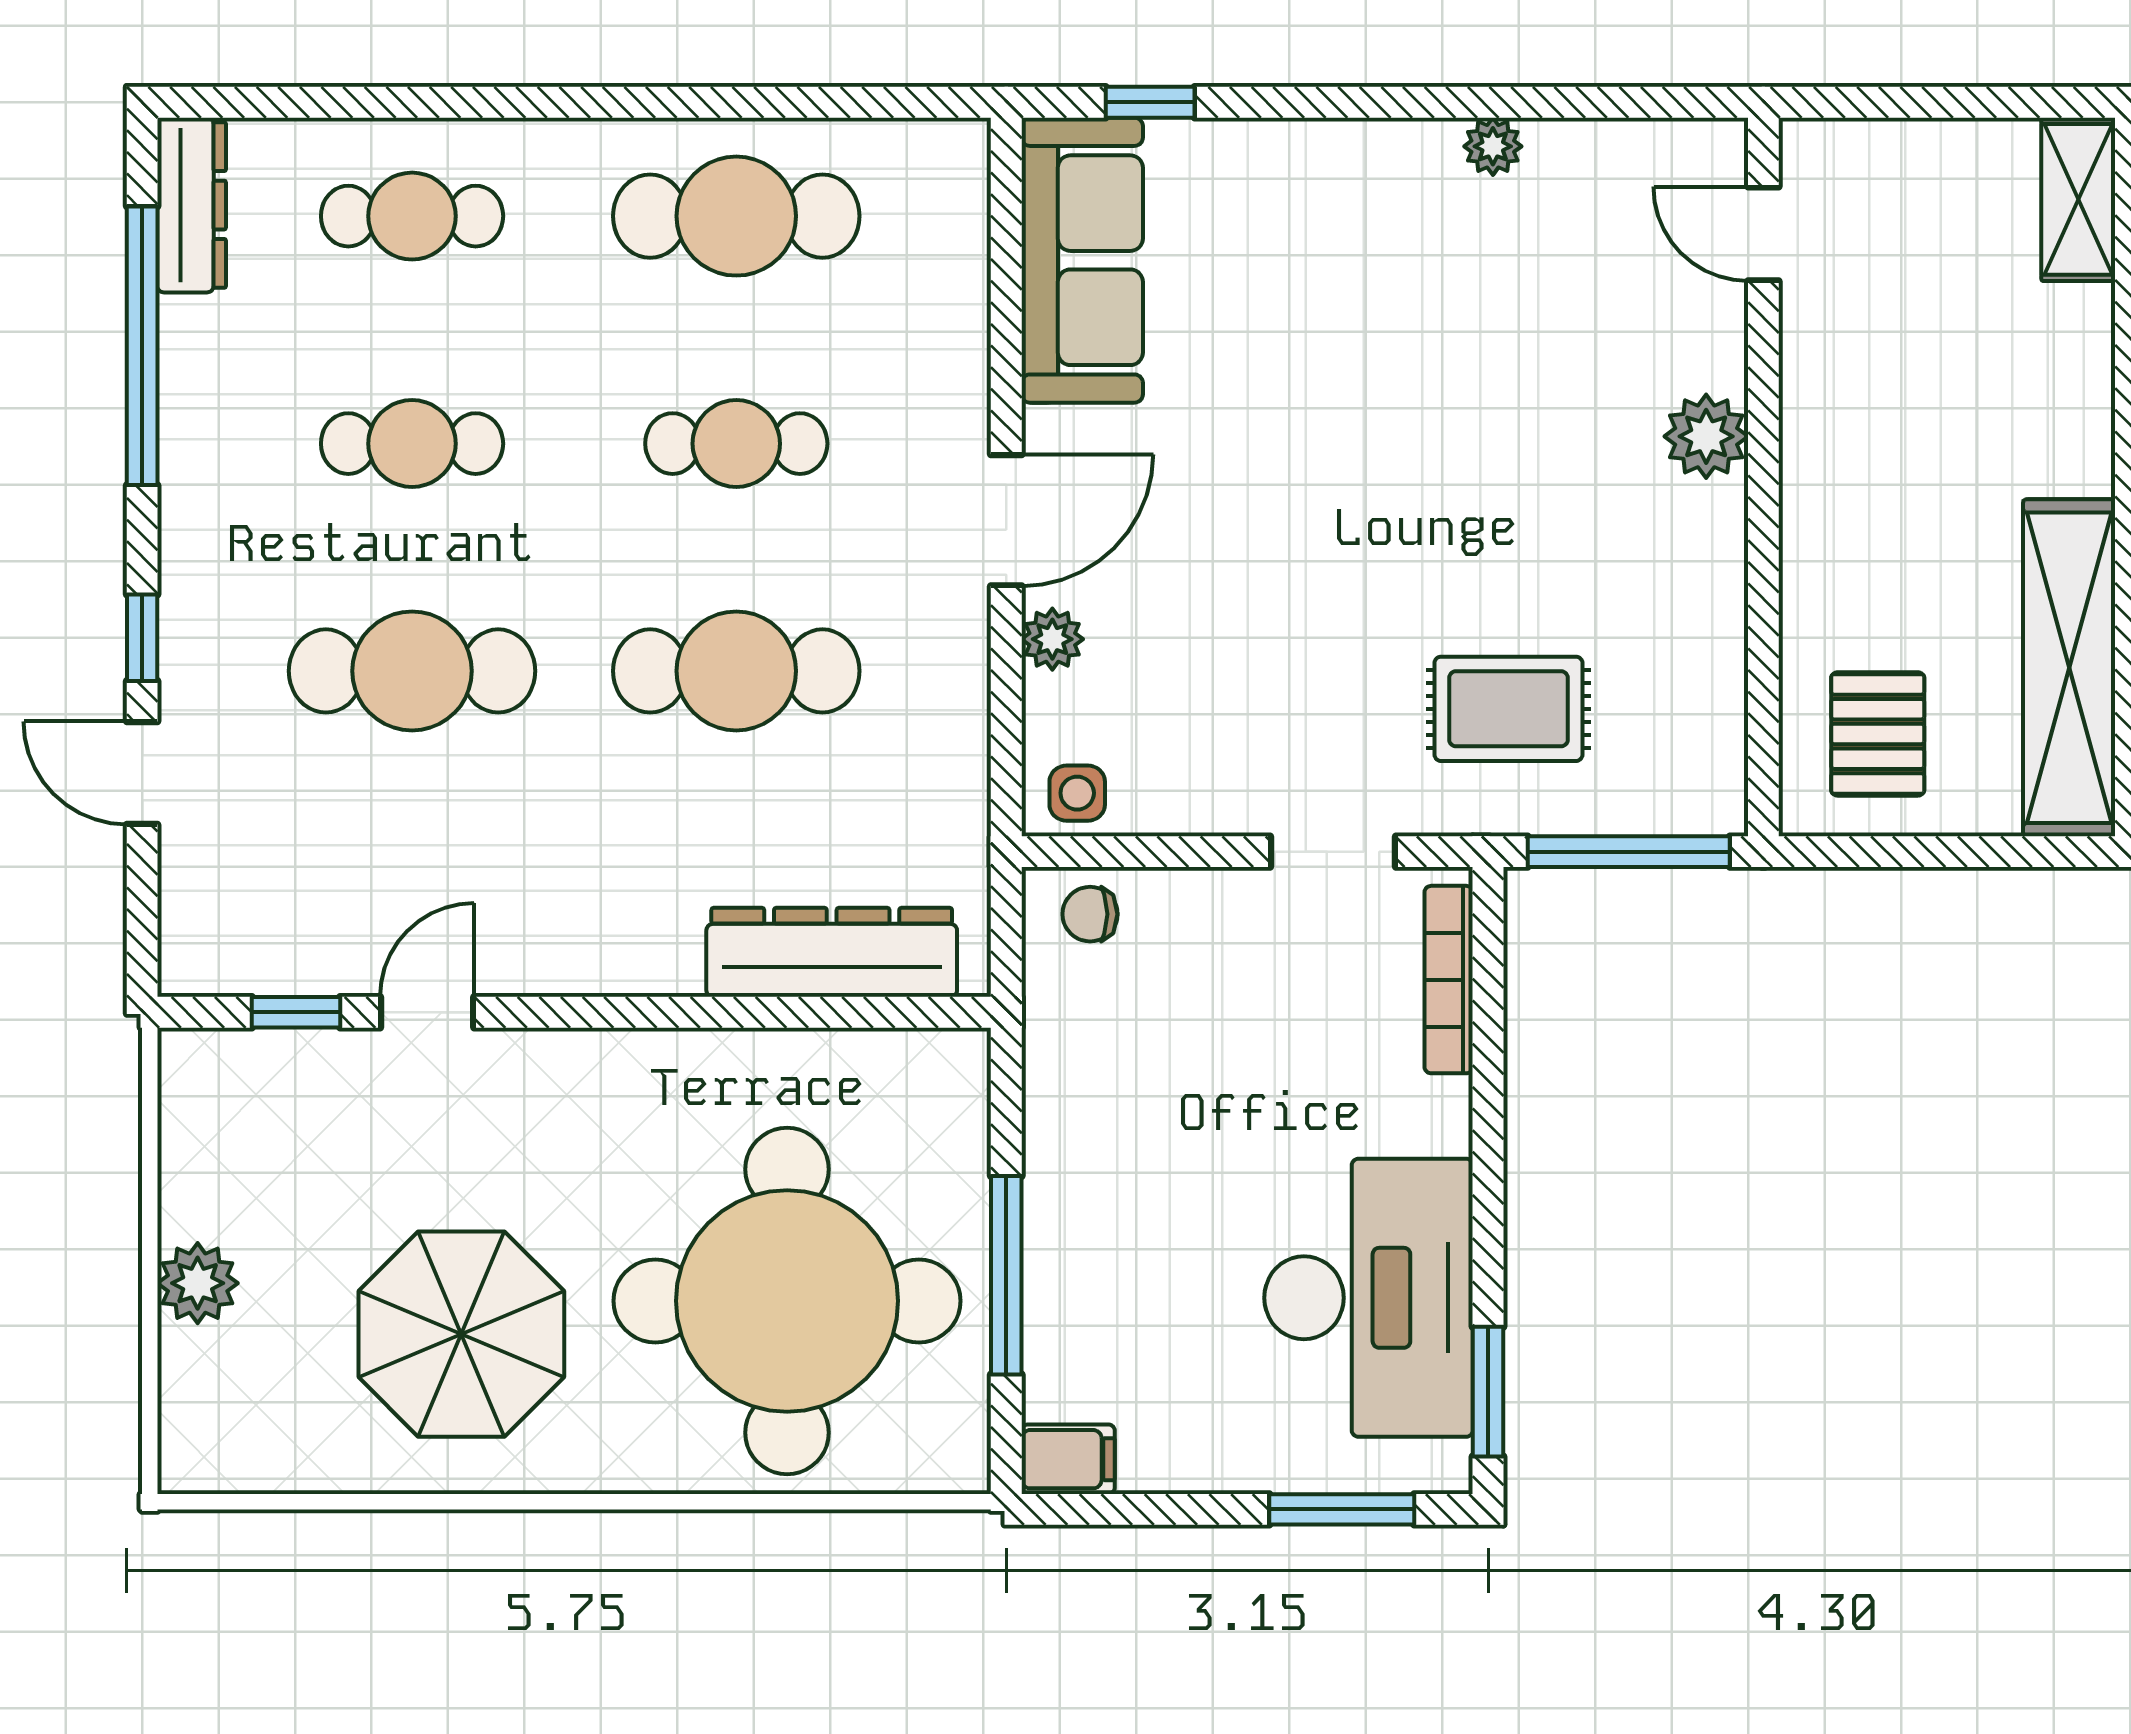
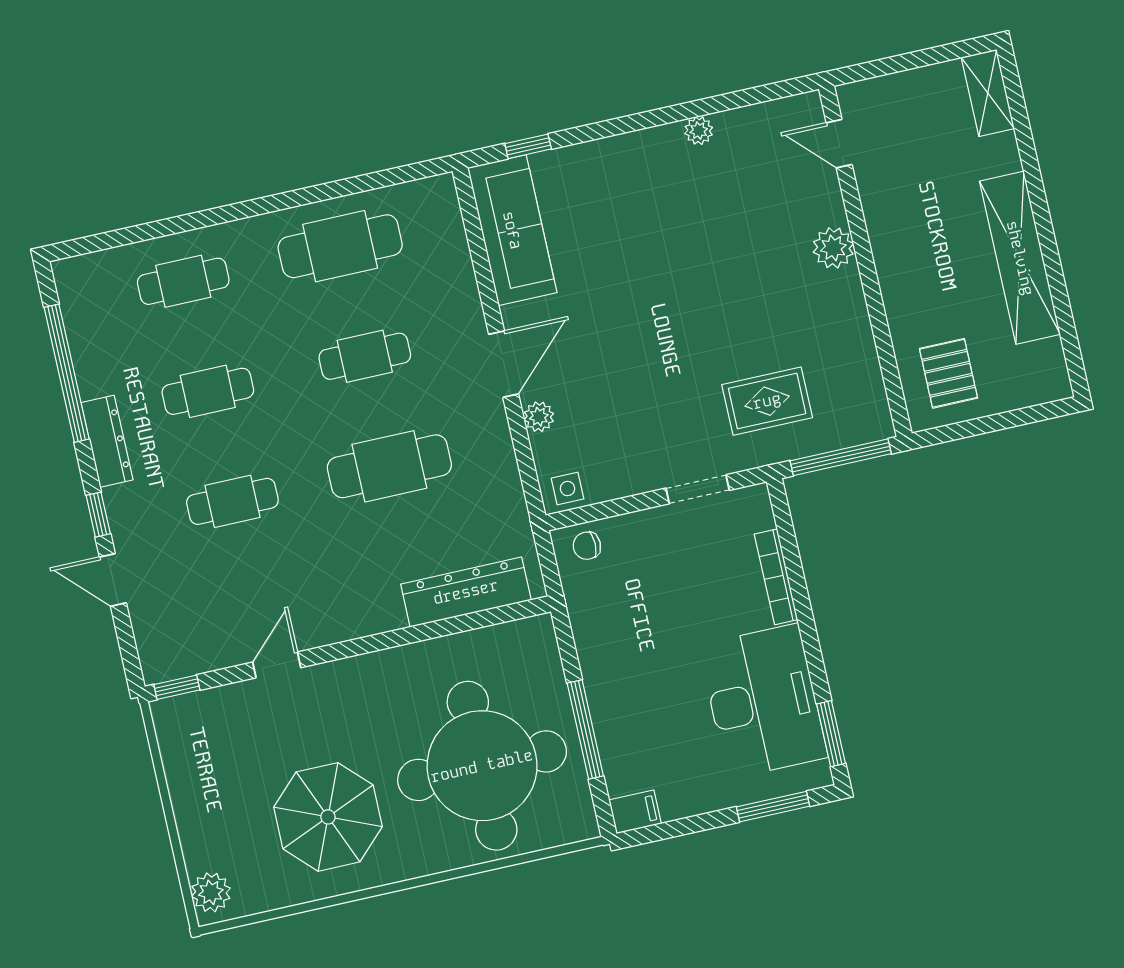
dresser: (192, 205) -> (107, 441), moved
shelving: (2069, 668) -> (1020, 258), moved
cafe table: (412, 671) -> (232, 501), width x0.73, depth x0.74
bookcase: (1449, 980) -> (776, 577), moved
window: (296, 1012) -> (177, 687), moved
plant: (198, 1283) -> (211, 892), moved

